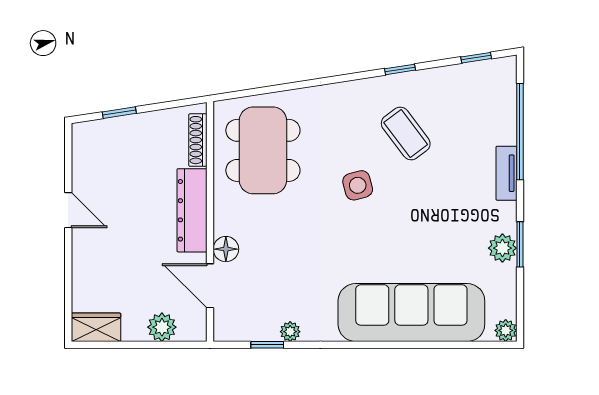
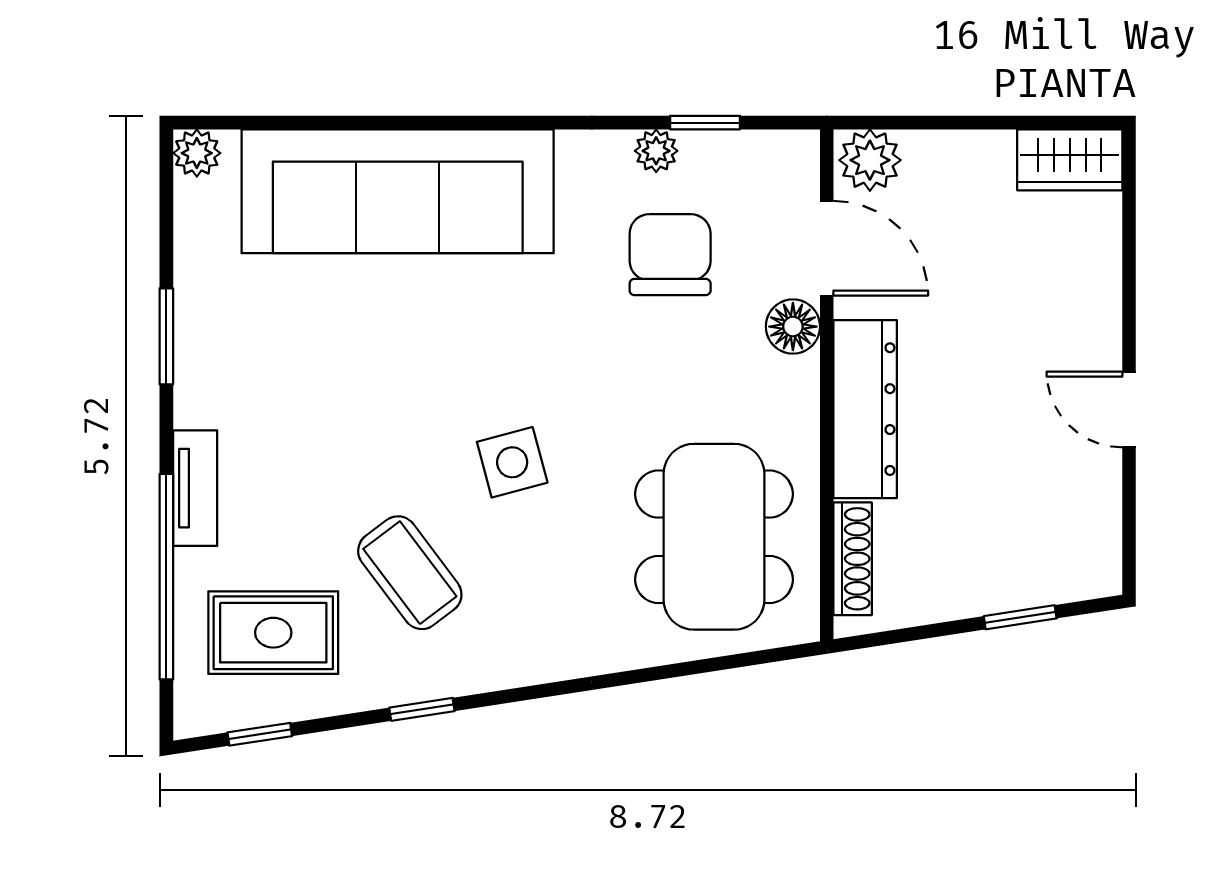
rug: (470, 105) -> (273, 633), added
plant: (502, 248) -> (204, 329), removed
chair: (284, 283) -> (670, 255), added
plant: (162, 327) -> (870, 160), moved

